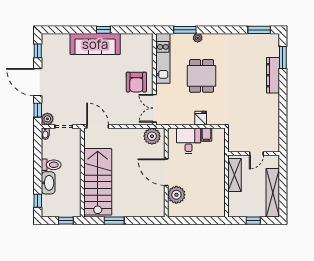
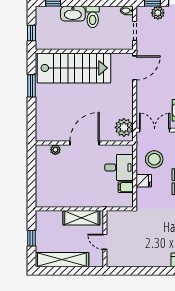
stool: (181, 109) -> (154, 159), added
plant: (47, 119) -> (158, 13), moved
plant: (176, 195) -> (55, 150), width x0.53, depth x0.53

